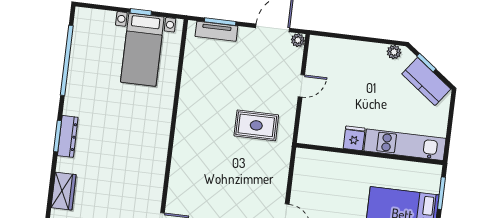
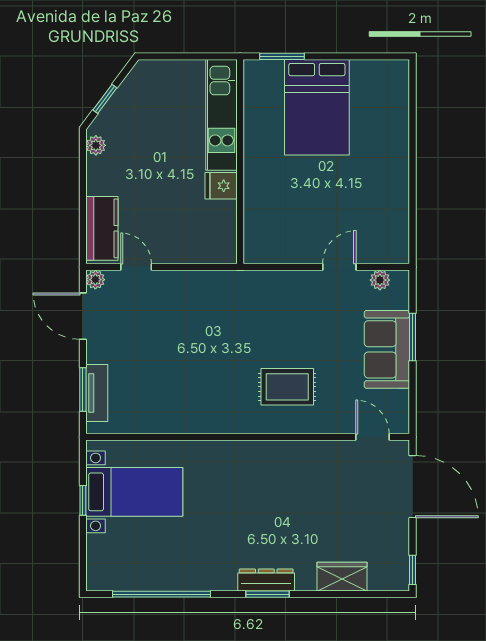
kitchen counter: (426, 81) -> (102, 228), moved, turned -37
door: (301, 86) -> (136, 267), moved
rug: (256, 125) -> (287, 387), moved, turned 90

